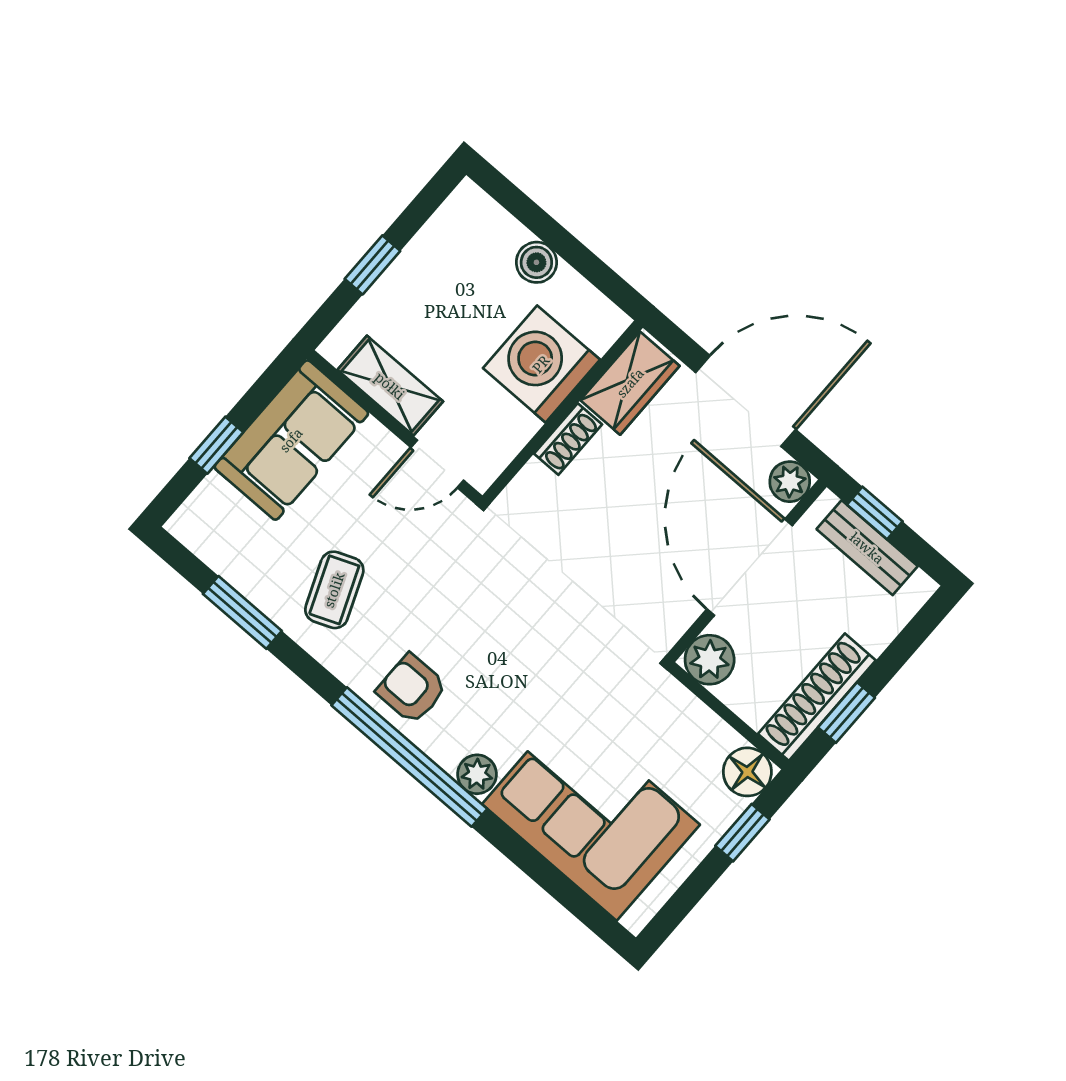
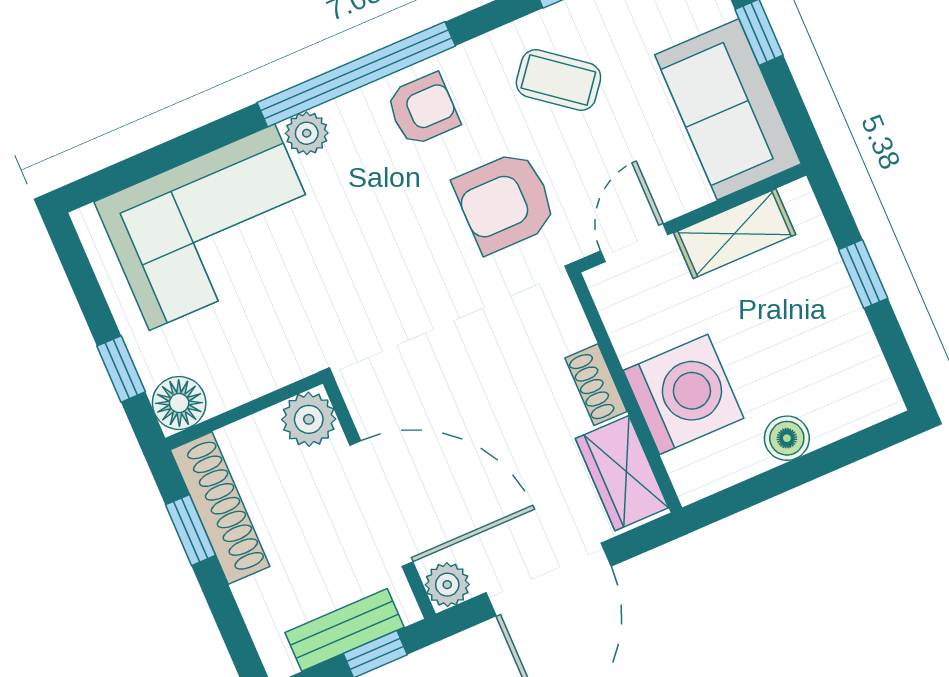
armchair: (455, 585) -> (505, 202), added
coffee table: (334, 590) -> (558, 80), turned -30

